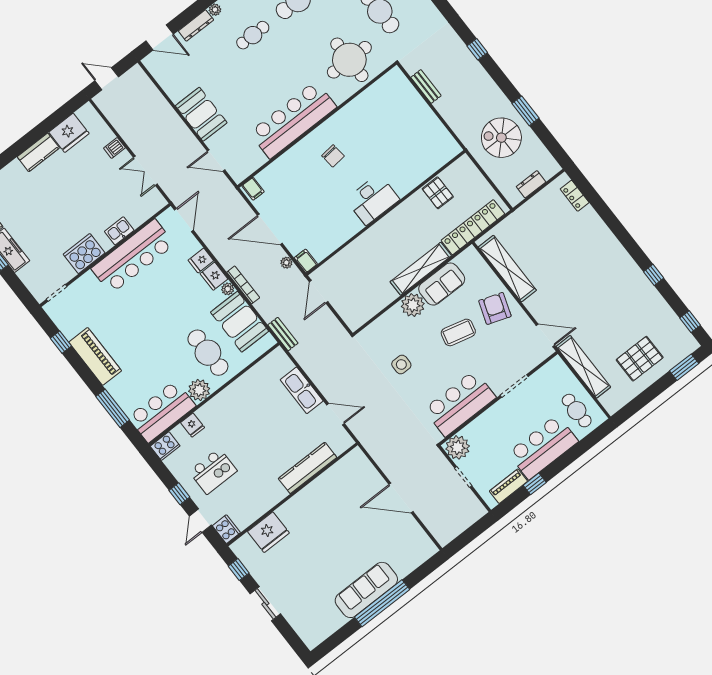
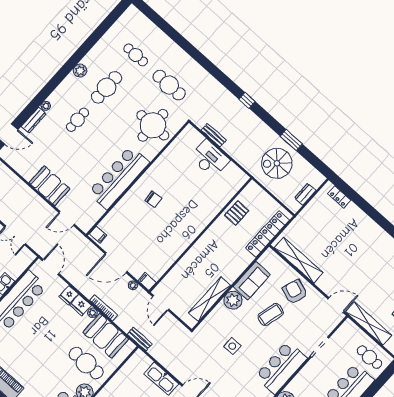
pallet: (438, 193) -> (237, 213), turned 90
desk: (373, 199) -> (210, 159), moved, turned -90
shelving: (421, 269) -> (210, 299), moved

